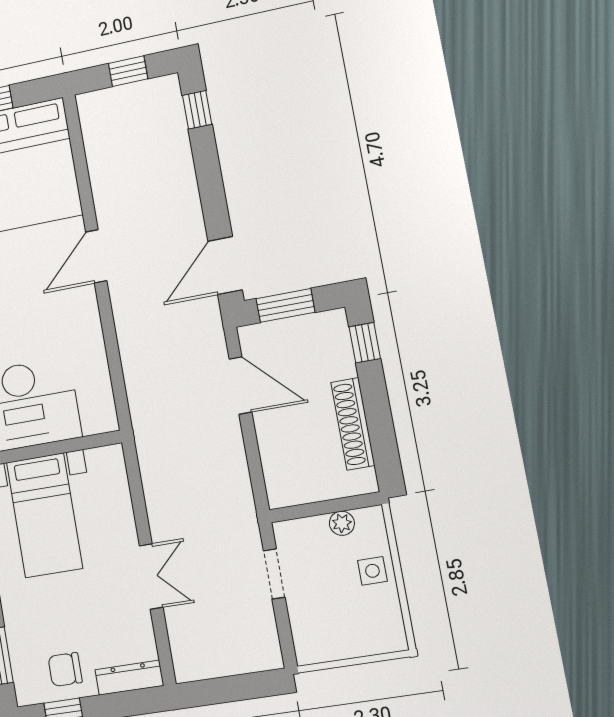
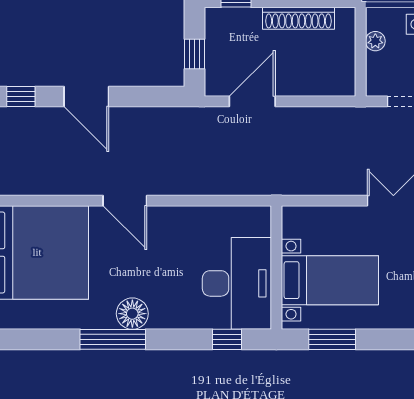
door: (225, 265) -> (86, 96), moved
window: (285, 305) -> (195, 54), width x0.67

